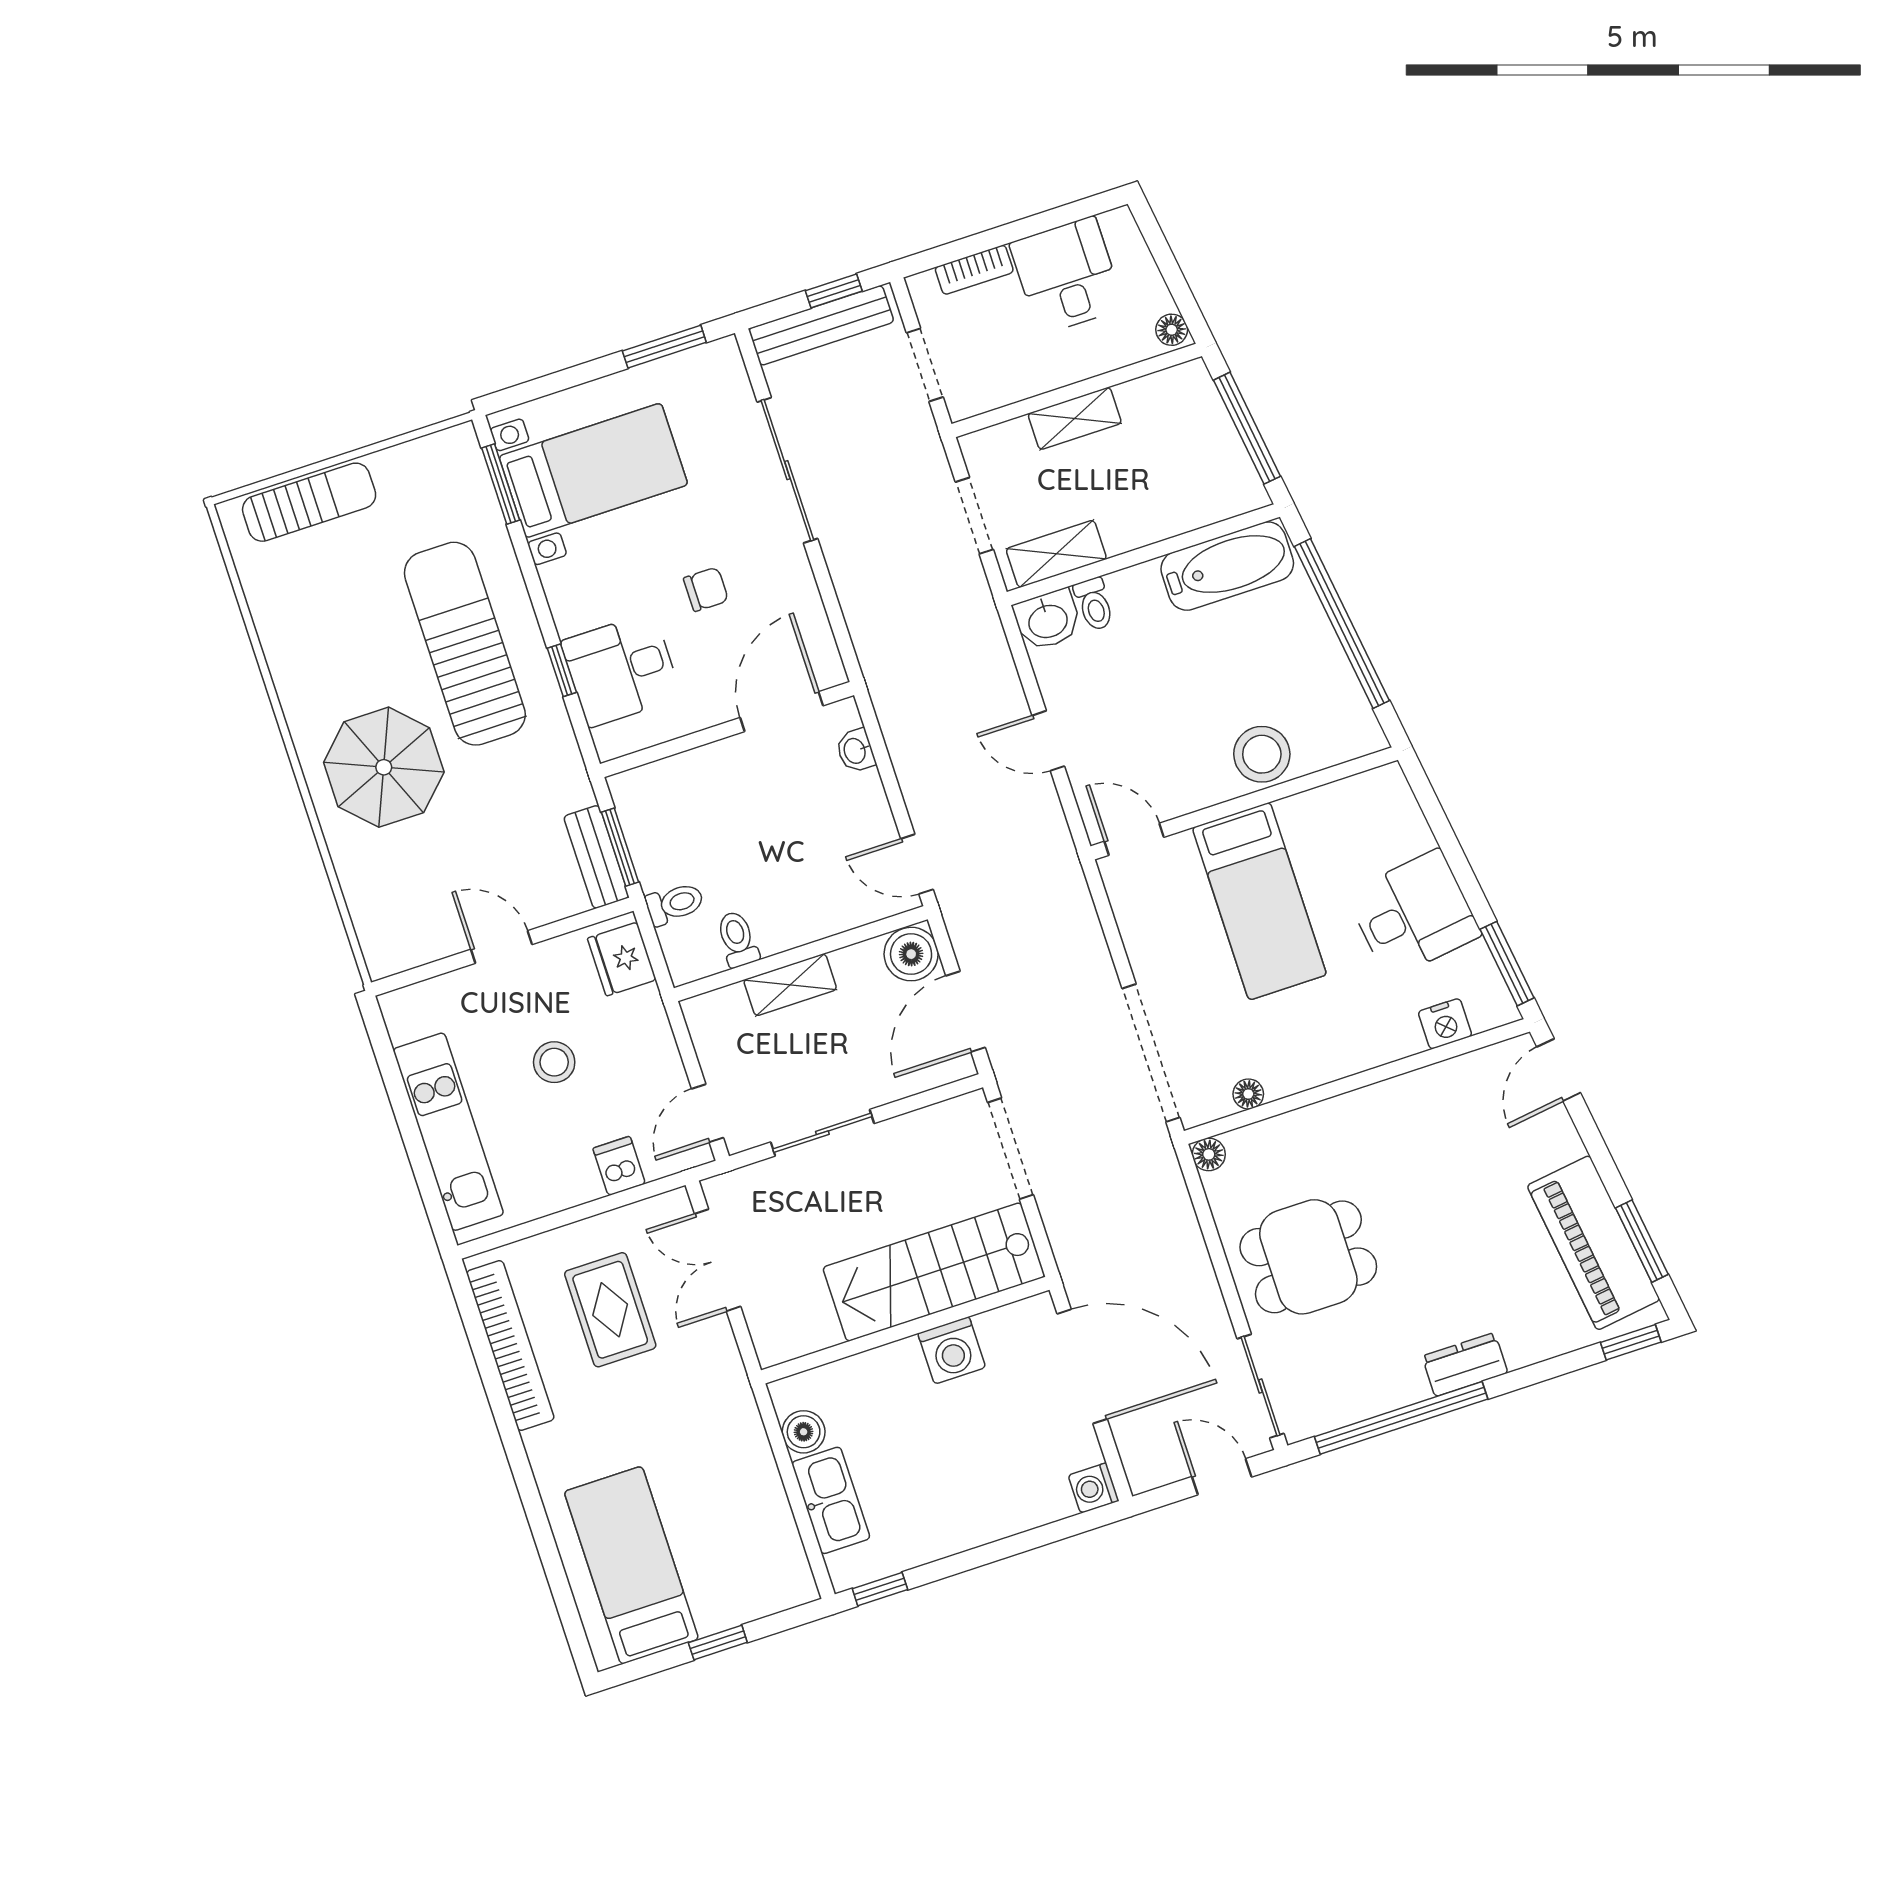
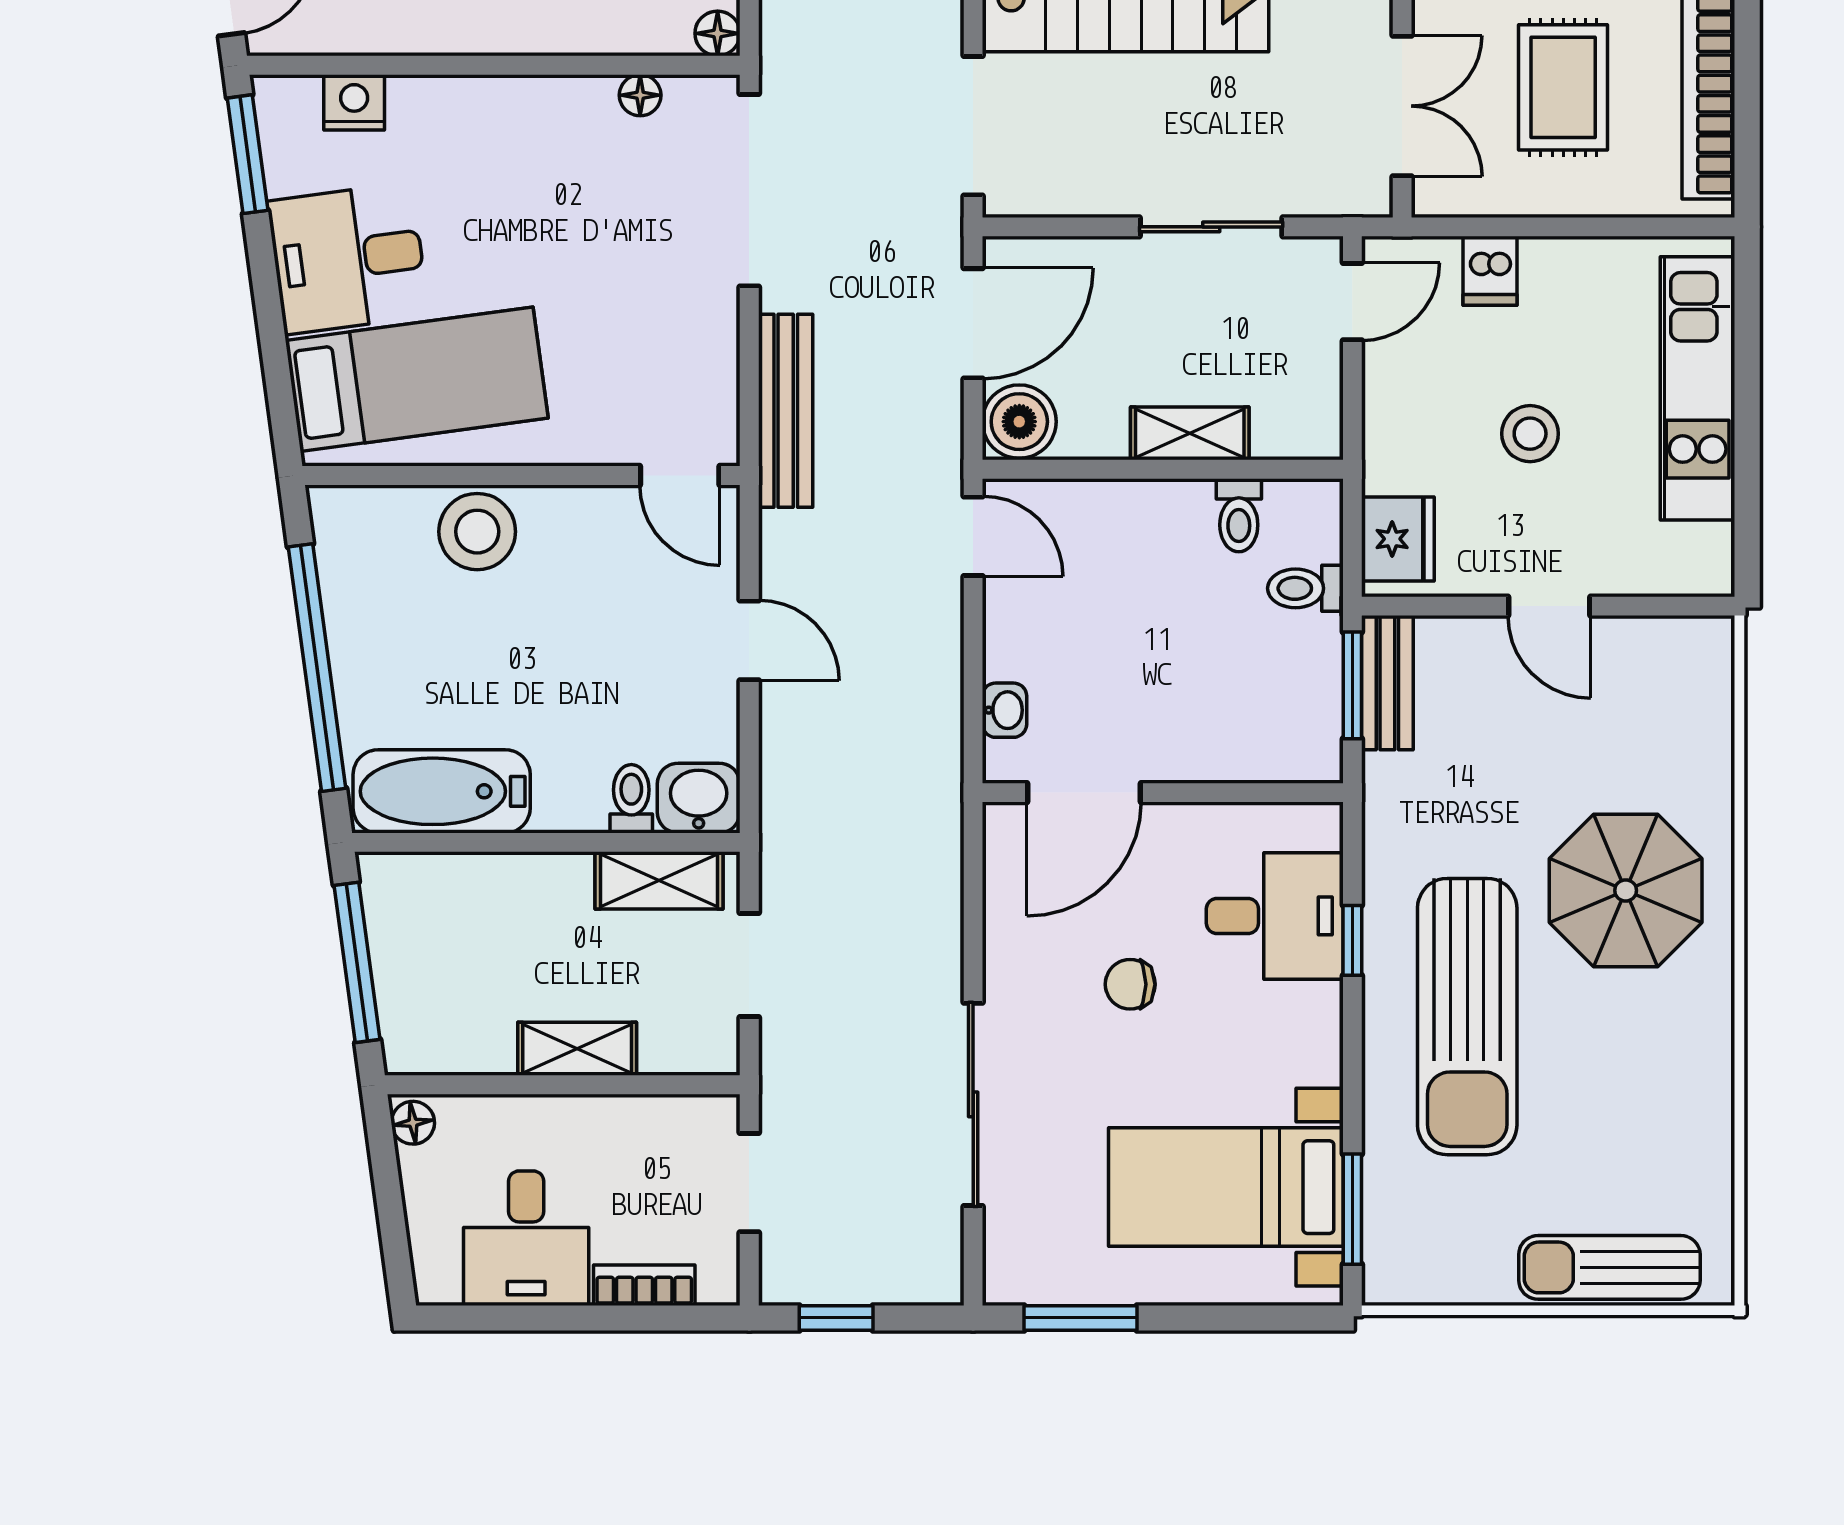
bench: (821, 325) -> (786, 411), moved, turned 90
bed: (1259, 901) -> (417, 379), moved, turned 82

